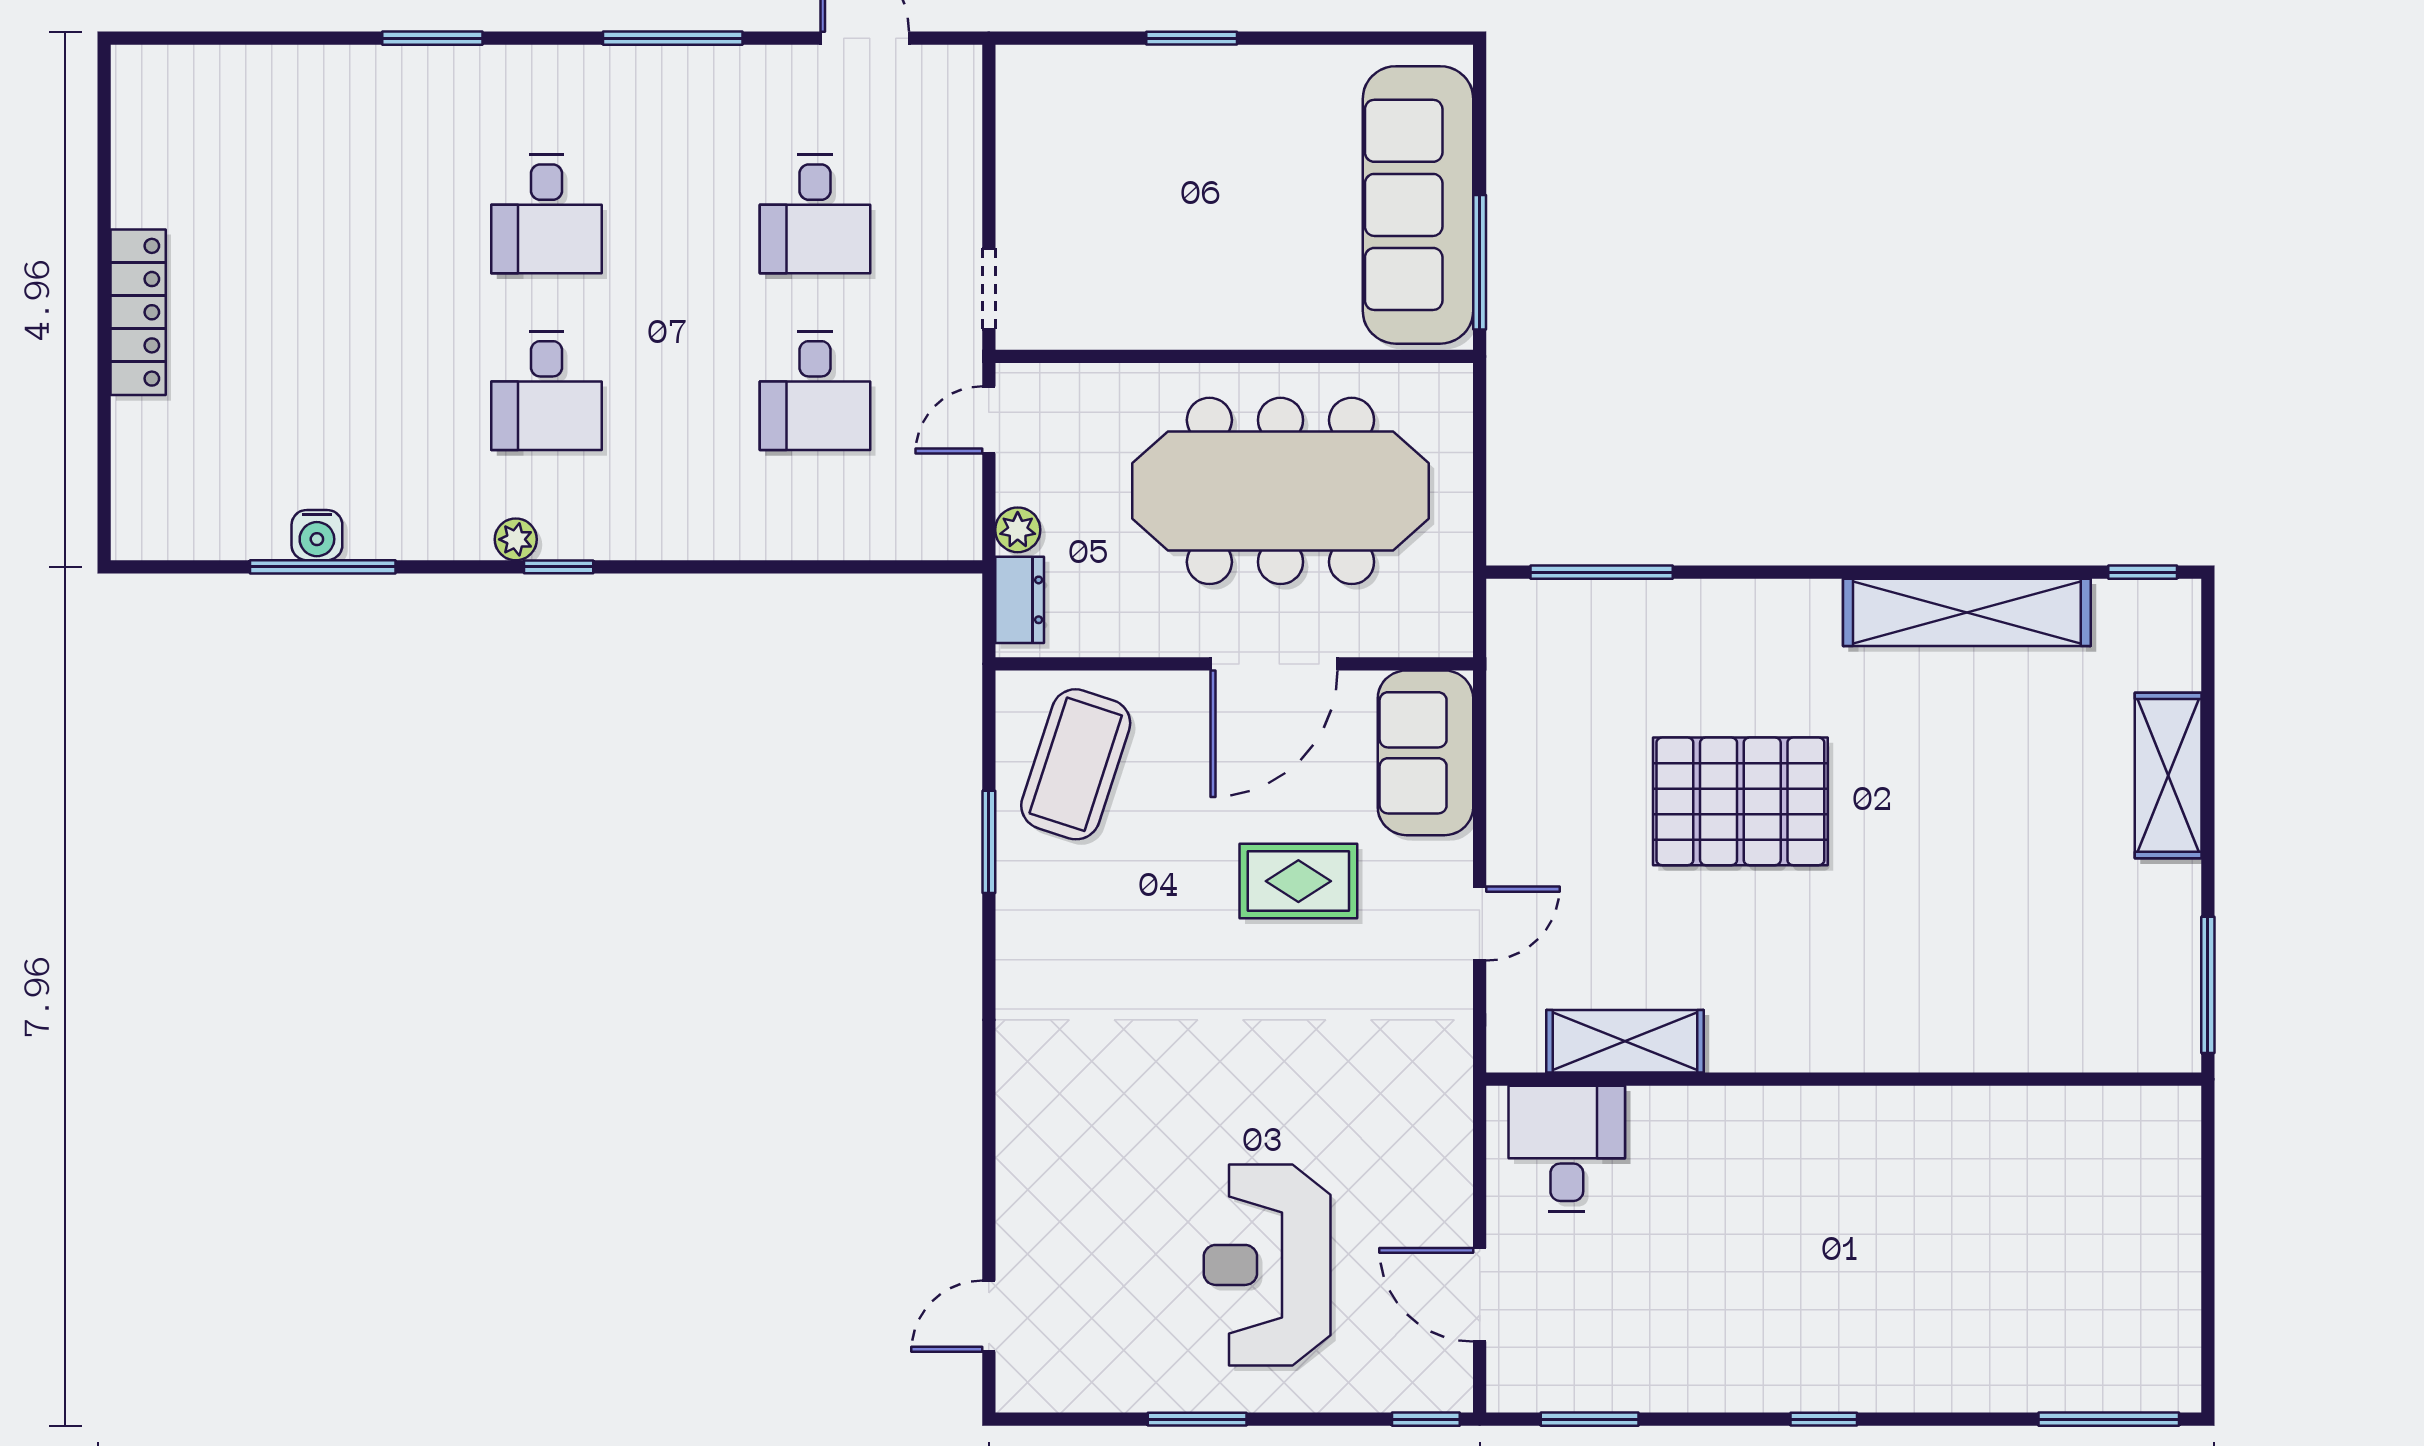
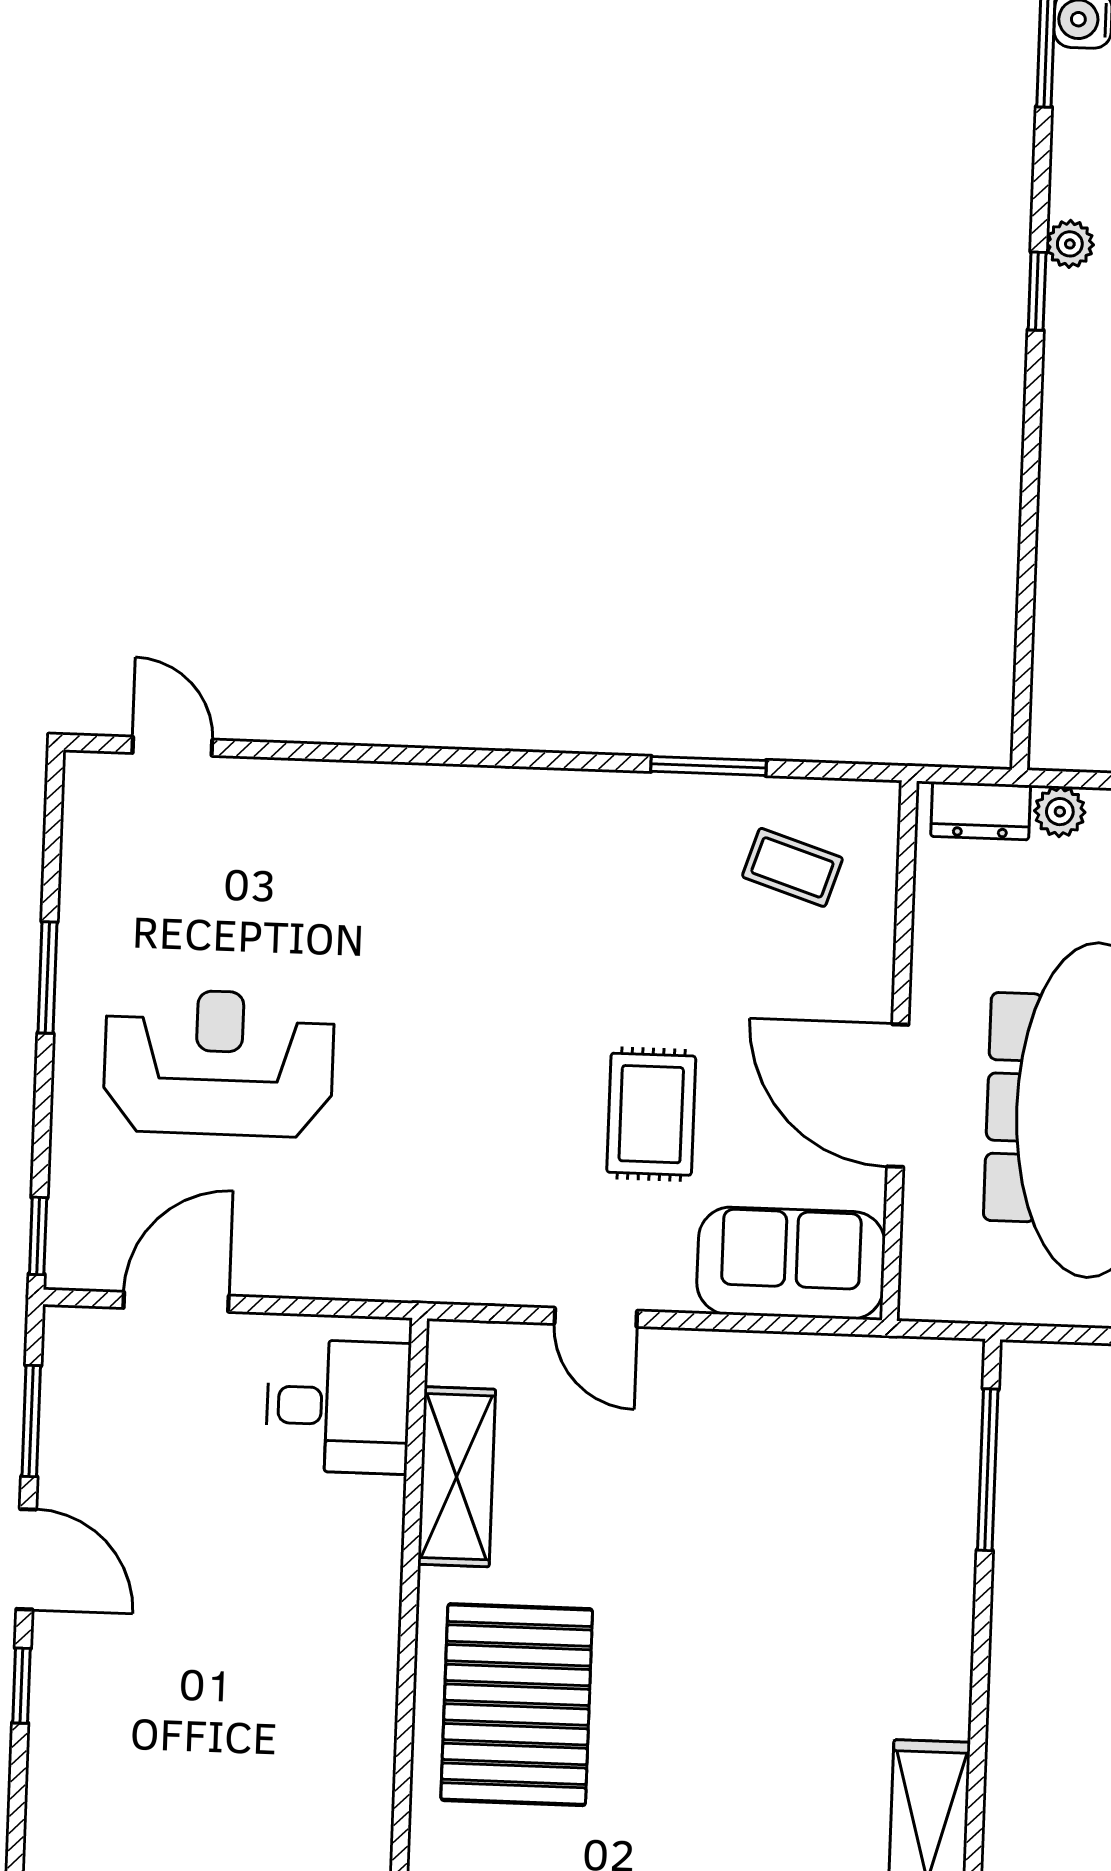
coffee table: (1076, 764) -> (792, 867), width x0.54, depth x0.58
pallet: (1740, 801) -> (517, 1705), moved
door: (1712, 1419) -> (26, 1559), added

